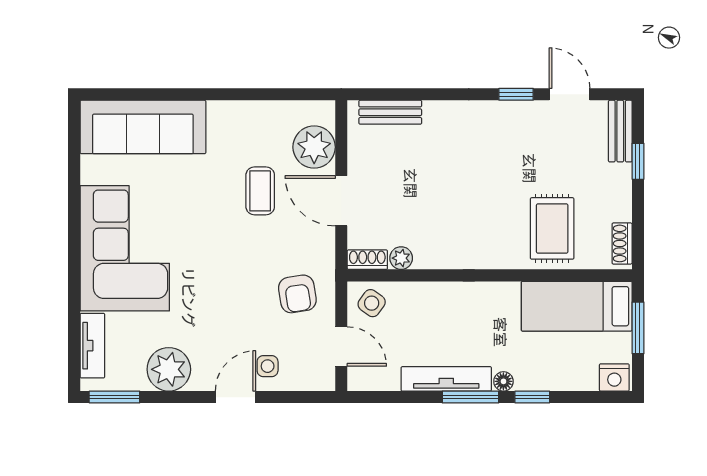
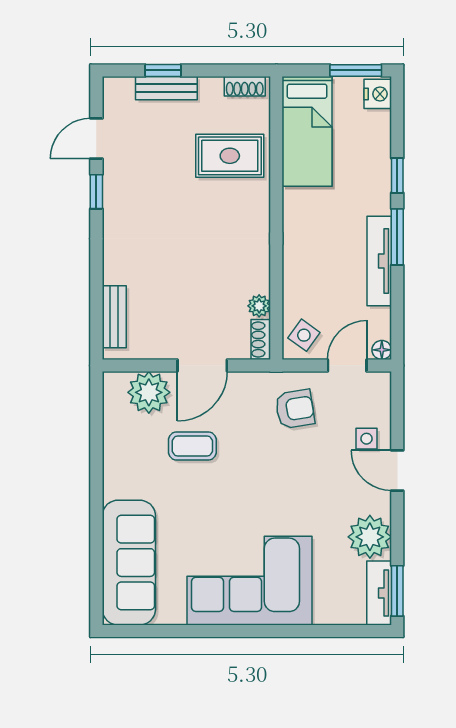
bench: (620, 131) -> (166, 88), moved
window: (638, 328) -> (356, 70), moved
tv unit: (92, 346) -> (379, 593), moved, turned -90
floor lamp: (503, 381) -> (382, 350), moved

